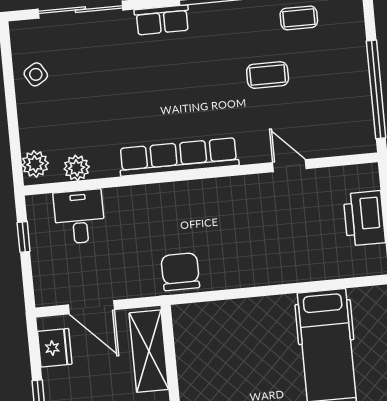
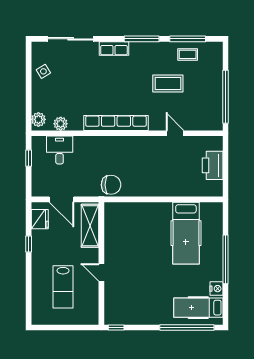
coffee table: (268, 75) -> (168, 83), width x1.36, depth x1.30
chair: (180, 272) -> (111, 185), turned 90

